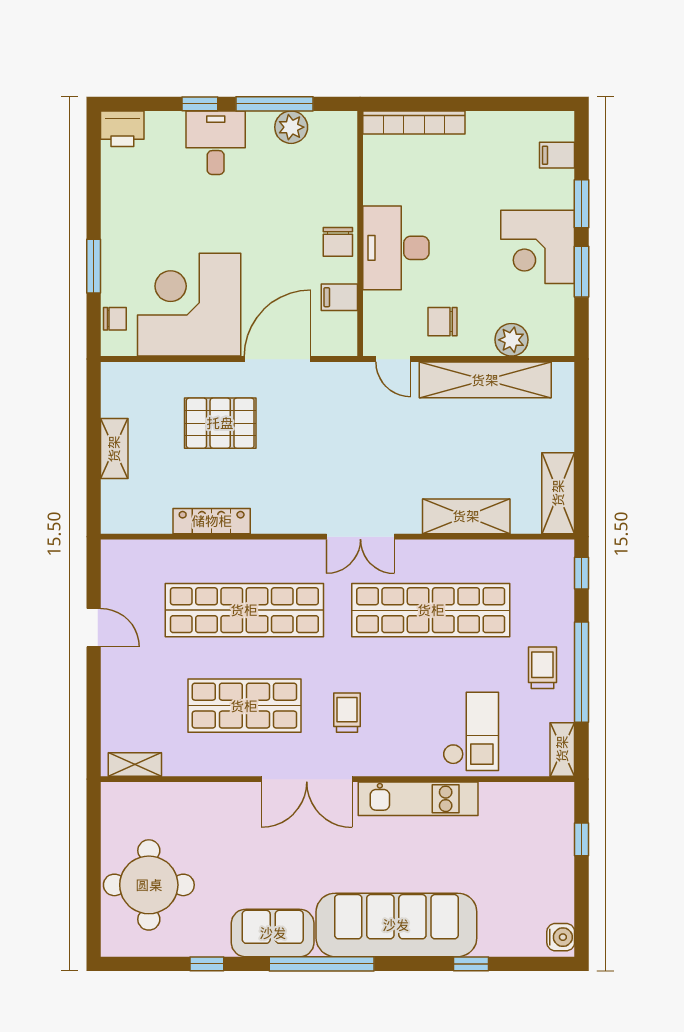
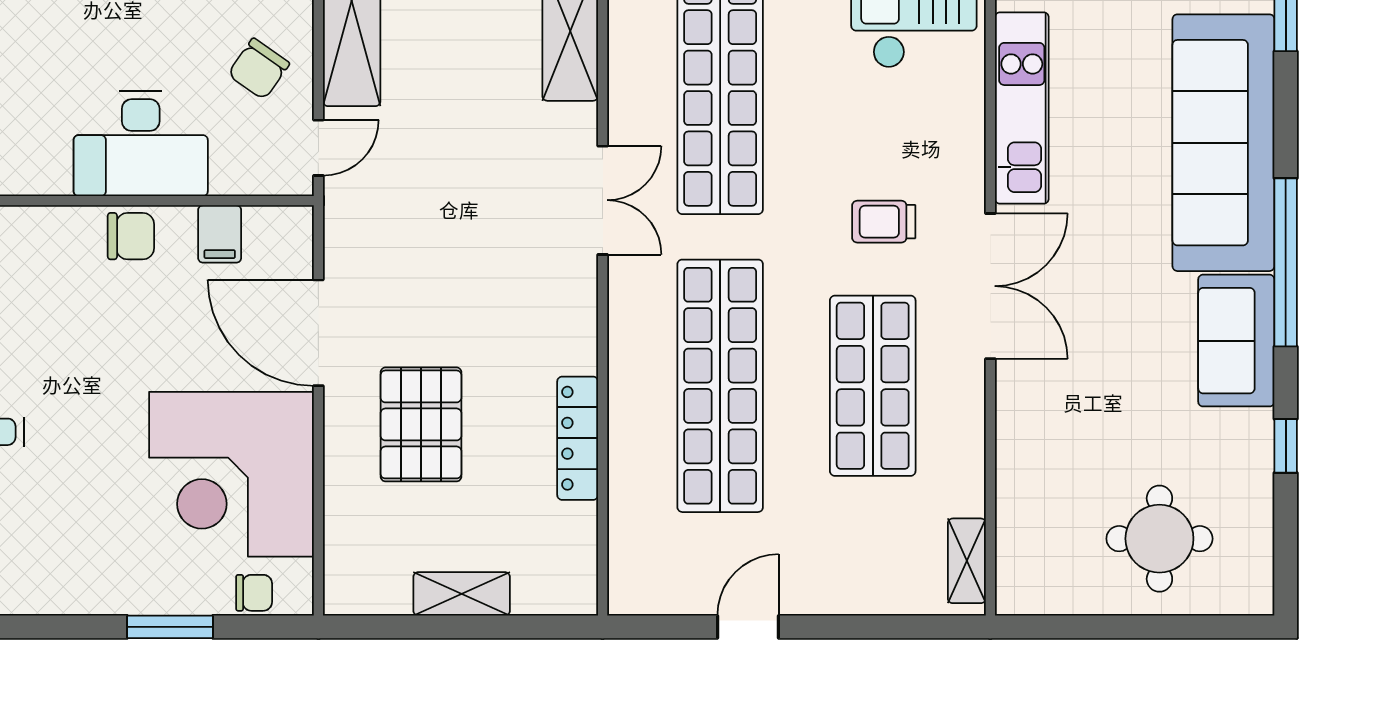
chair: (115, 319) -> (254, 593), turned 90
chair: (443, 322) -> (259, 69), turned 35
round table: (149, 885) -> (1159, 539), width x0.73, depth x0.73

